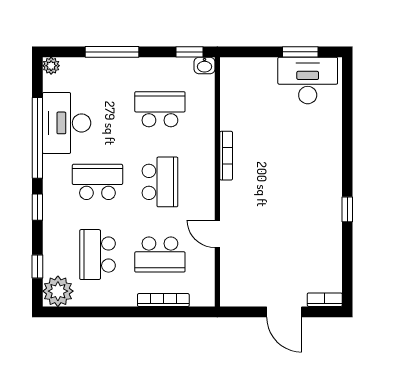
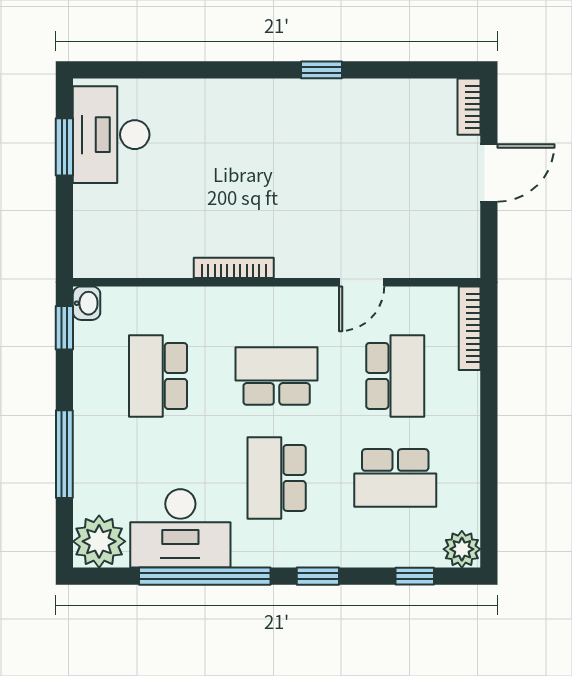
plant: (51, 66) -> (99, 541), width x1.87, depth x1.87
plant: (58, 291) -> (462, 549), width x0.73, depth x0.73
bookcase: (163, 300) -> (470, 328), moved

